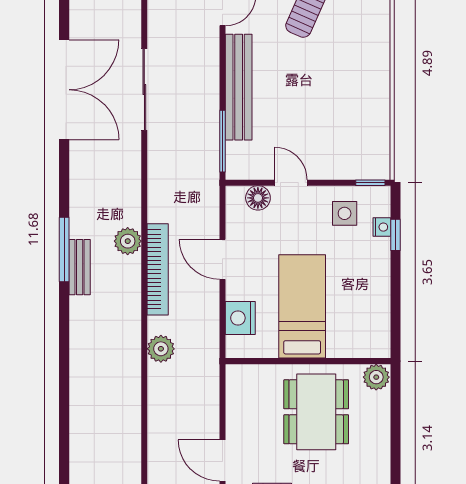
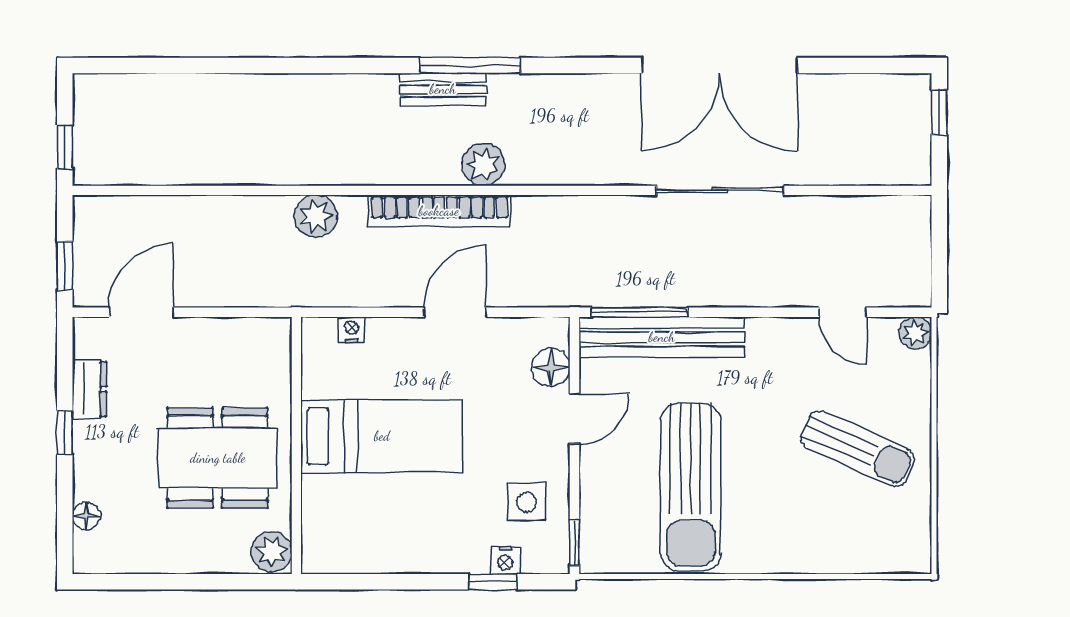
bench: (239, 87) -> (662, 337), moved
sun lounger: (335, 108) -> (691, 487), added
nightstand: (240, 318) -> (352, 330), width x0.53, depth x0.56

